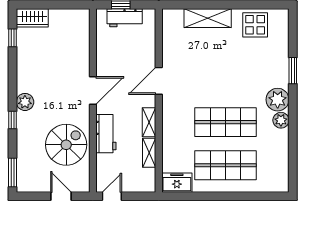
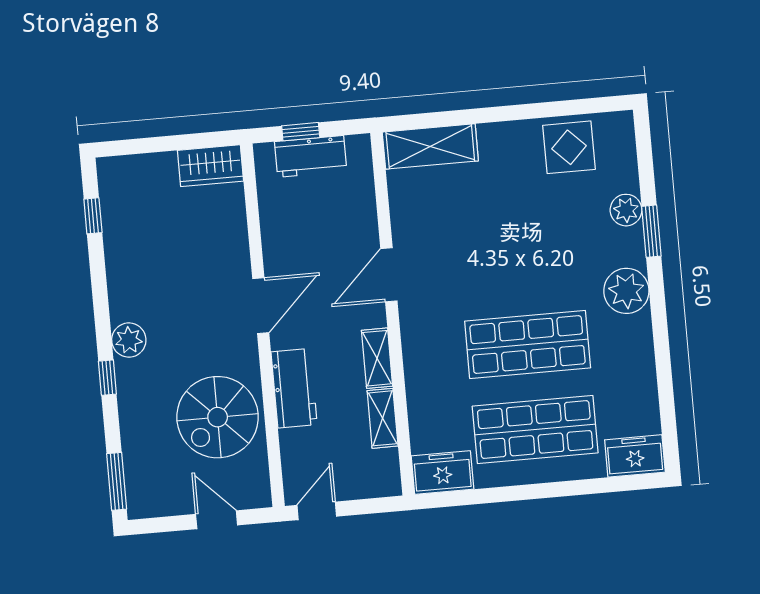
wardrobe: (32, 18) -> (211, 166), moved
shelving: (208, 18) -> (430, 146), moved
plant: (281, 120) -> (626, 210), moved
spiral stairs: (66, 145) -> (218, 417), turned 180
freezer: (274, 183) -> (635, 456), added

